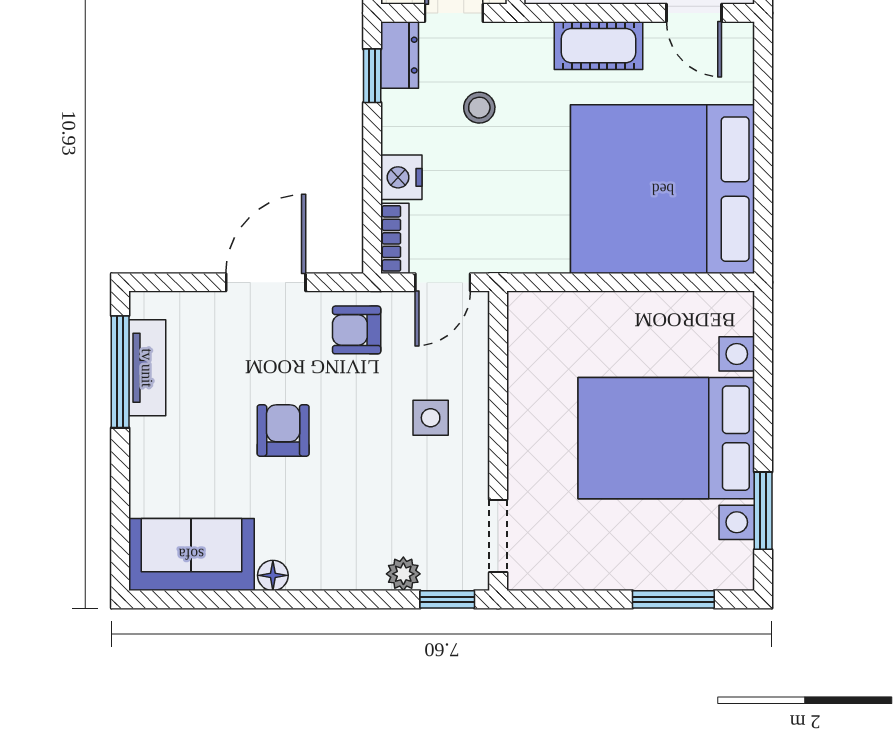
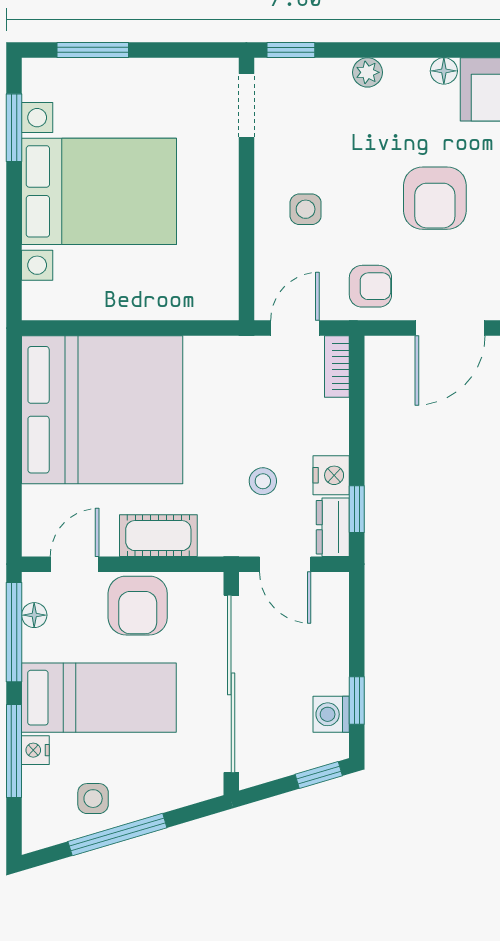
door: (694, 13) -> (75, 564), hinge flipped
nightstand: (401, 177) -> (331, 475), moved
armchair: (283, 430) -> (435, 198), width x1.38, depth x1.38
plant: (403, 574) -> (368, 72), moved

